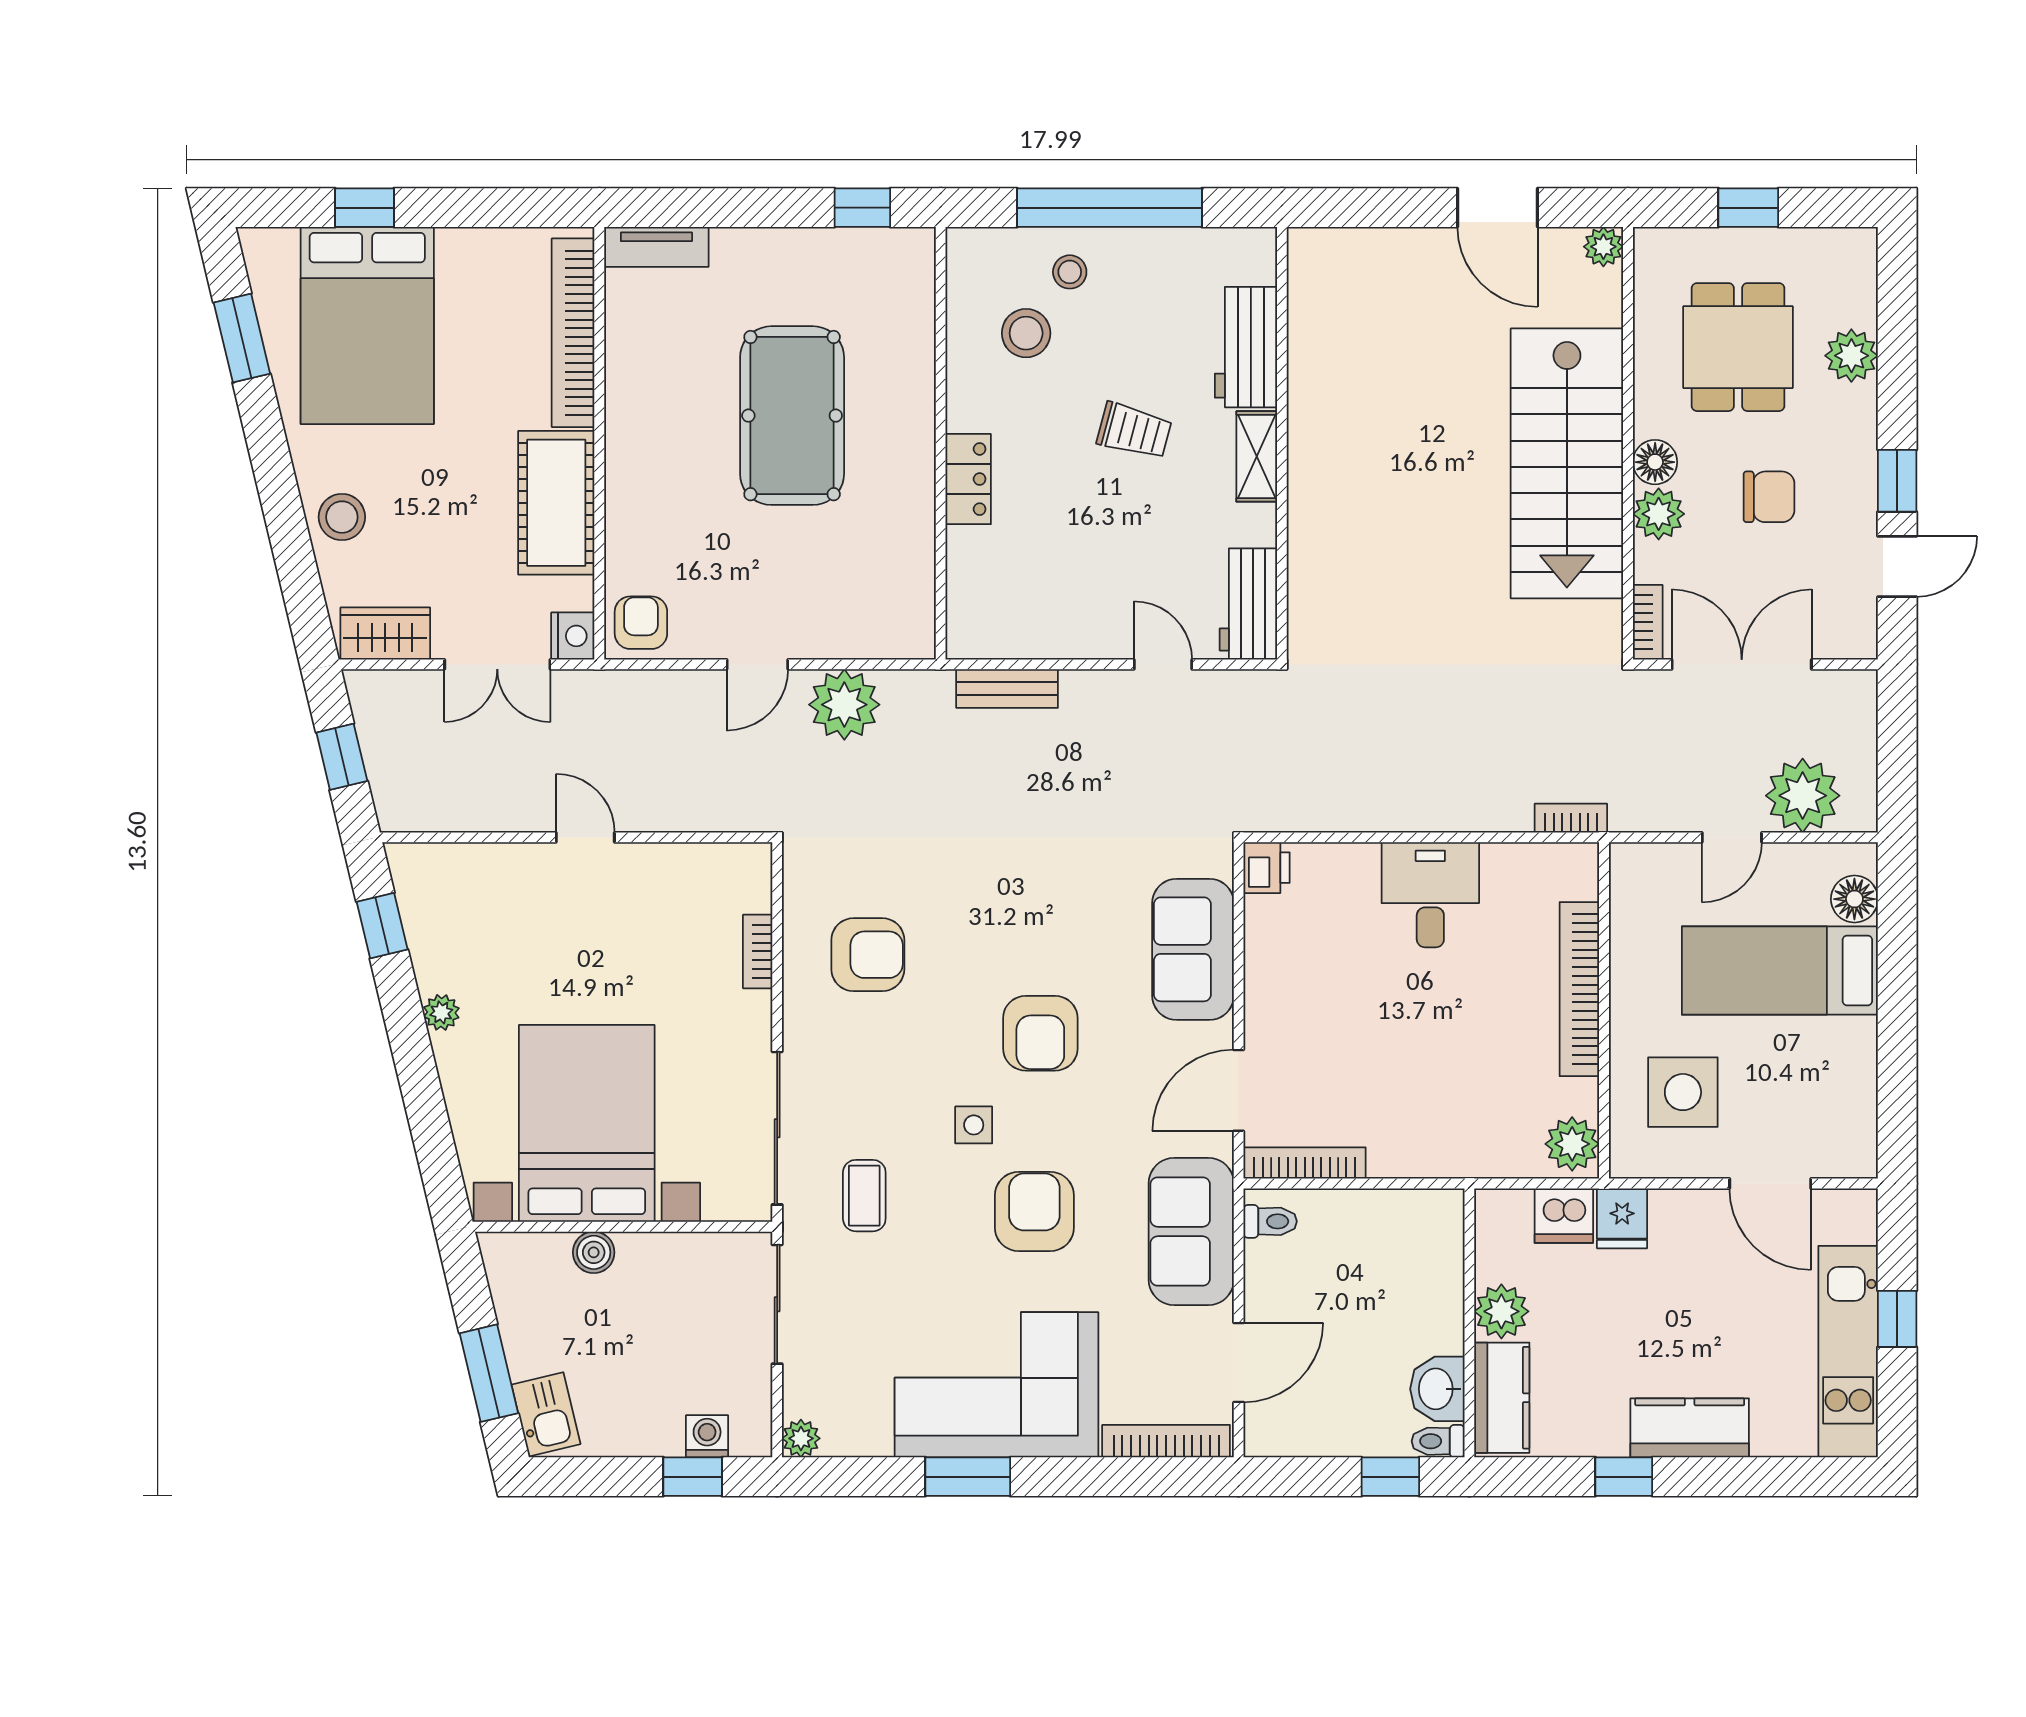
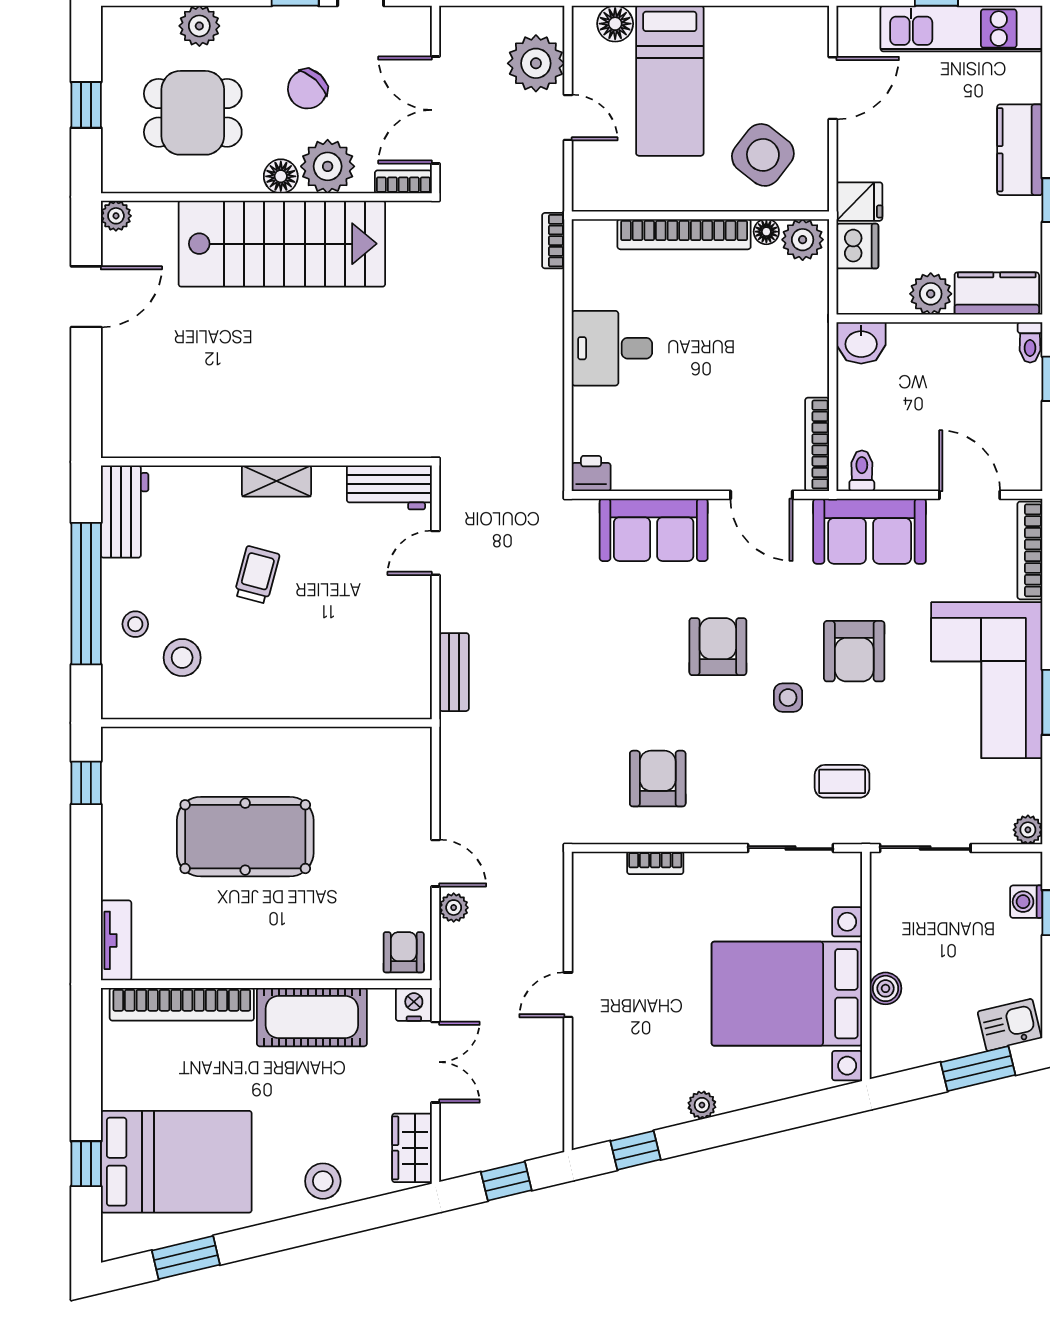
workbench: (1246, 347) -> (125, 512), moved, turned -90
locker: (968, 479) -> (294, 702), removed
chair: (1769, 497) -> (307, 89), turned -137
plant: (1659, 514) -> (328, 166), width x1.36, depth x1.36
armchair: (641, 623) -> (404, 952), turned 90
plant: (844, 705) -> (454, 908), moved, width x0.53, depth x0.53
armchair: (1040, 1033) -> (718, 647), turned -90
side table: (1683, 1092) -> (763, 155), turned 38
floor lamp: (1583, 1097) -> (766, 232), added
sliding door: (777, 1128) -> (790, 848), width x0.73
armchair: (1034, 1211) -> (854, 651), turned -90
washbasin: (1437, 1389) -> (861, 343), moved

